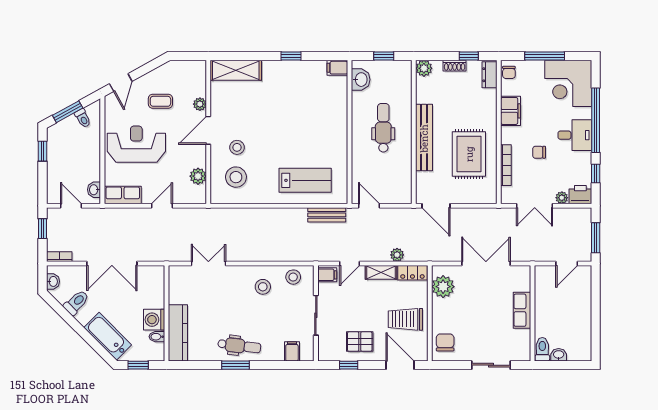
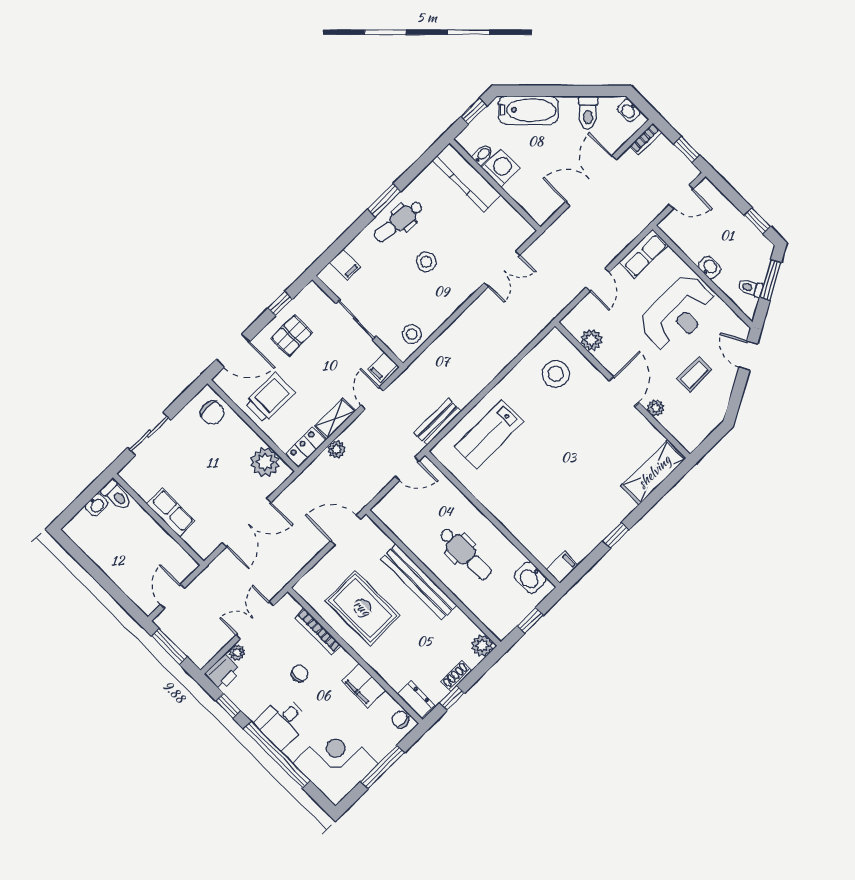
stool: (237, 147) -> (582, 402), removed
washbasin: (94, 190) -> (710, 267), moved
stool: (263, 287) -> (426, 262), moved

